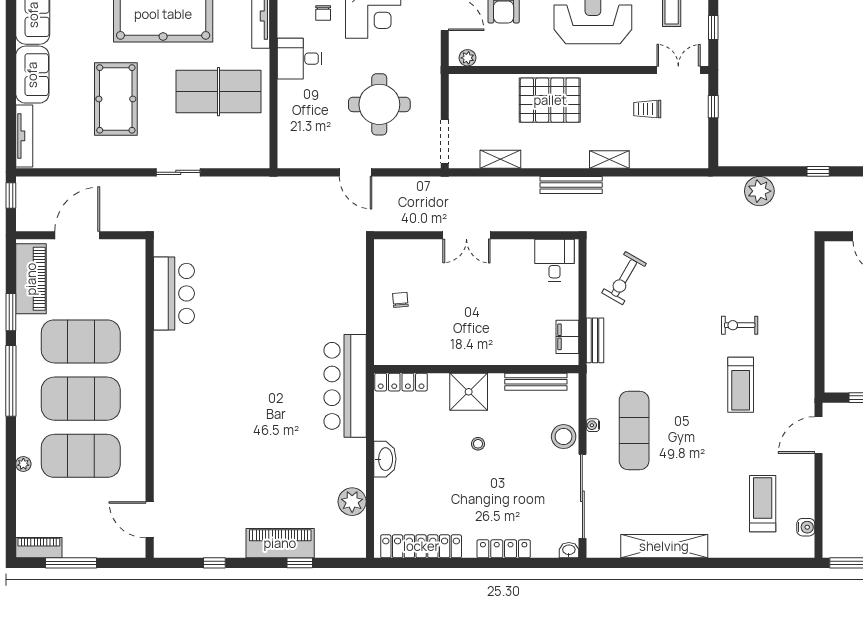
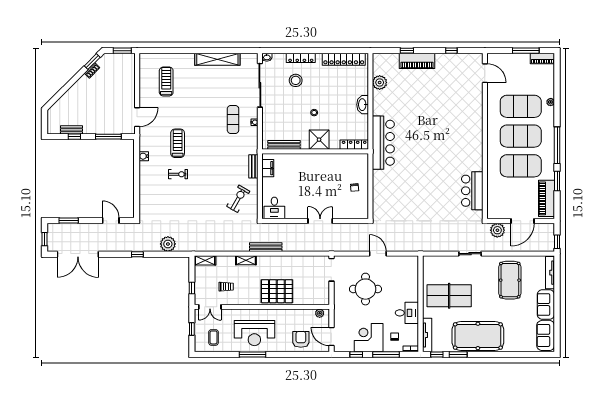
pool table: (116, 99) -> (510, 280), moved
shelving: (500, 159) -> (205, 260), moved
plant: (125, 218) -> (497, 230), added
exercise mat: (634, 430) -> (233, 119), width x0.73, depth x0.69
stool: (564, 437) -> (296, 80), moved
treadmill: (763, 504) -> (166, 81), turned 180
water cooler: (806, 527) -> (144, 156), moved

